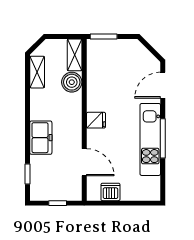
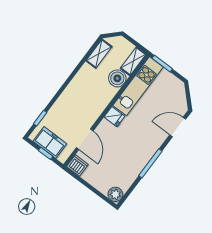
freezer: (41, 138) -> (50, 142), moved, turned -90
kitchen unit: (150, 139) -> (138, 86), moved, turned 180
dishwasher: (110, 192) -> (77, 166), moved
plant: (152, 192) -> (115, 194), added

